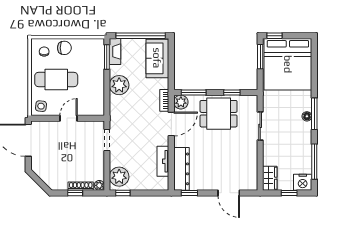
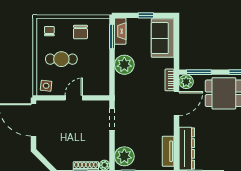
window: (141, 36) -> (146, 15), width x0.32
chair: (64, 48) -> (80, 32), moved, turned 90
cafe table: (56, 79) -> (61, 59), width x0.73, depth x0.74
tv unit: (163, 161) -> (168, 151), moved

